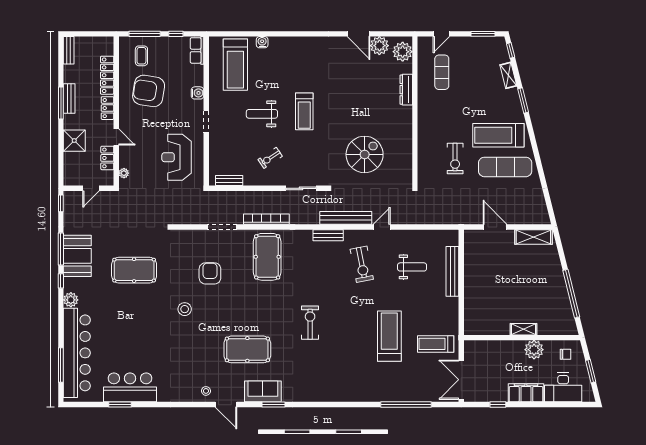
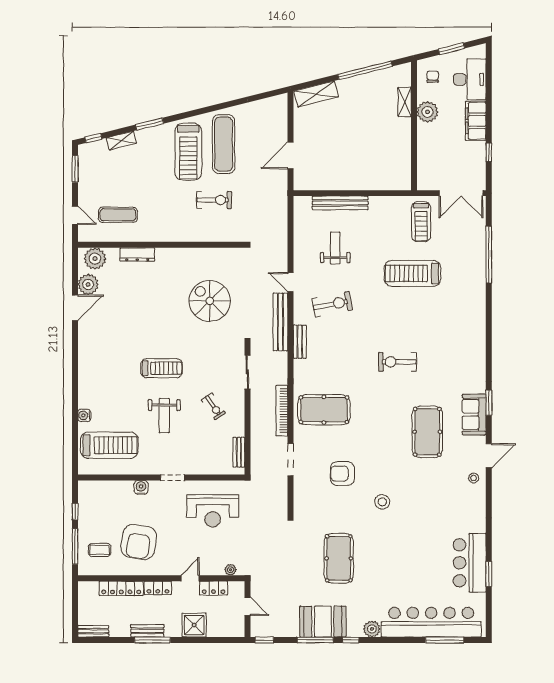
row of seats: (197, 50) -> (94, 488), removed
shelving: (533, 237) -> (316, 94), moved, turned 76
shelving: (524, 329) -> (405, 102), moved

